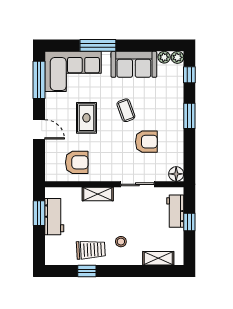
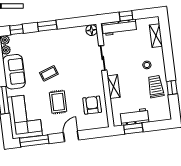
rug: (86, 118) -> (58, 102), turned 90
armchair: (146, 142) -> (70, 55), removed
workbench: (175, 211) -> (119, 27), width x1.38

